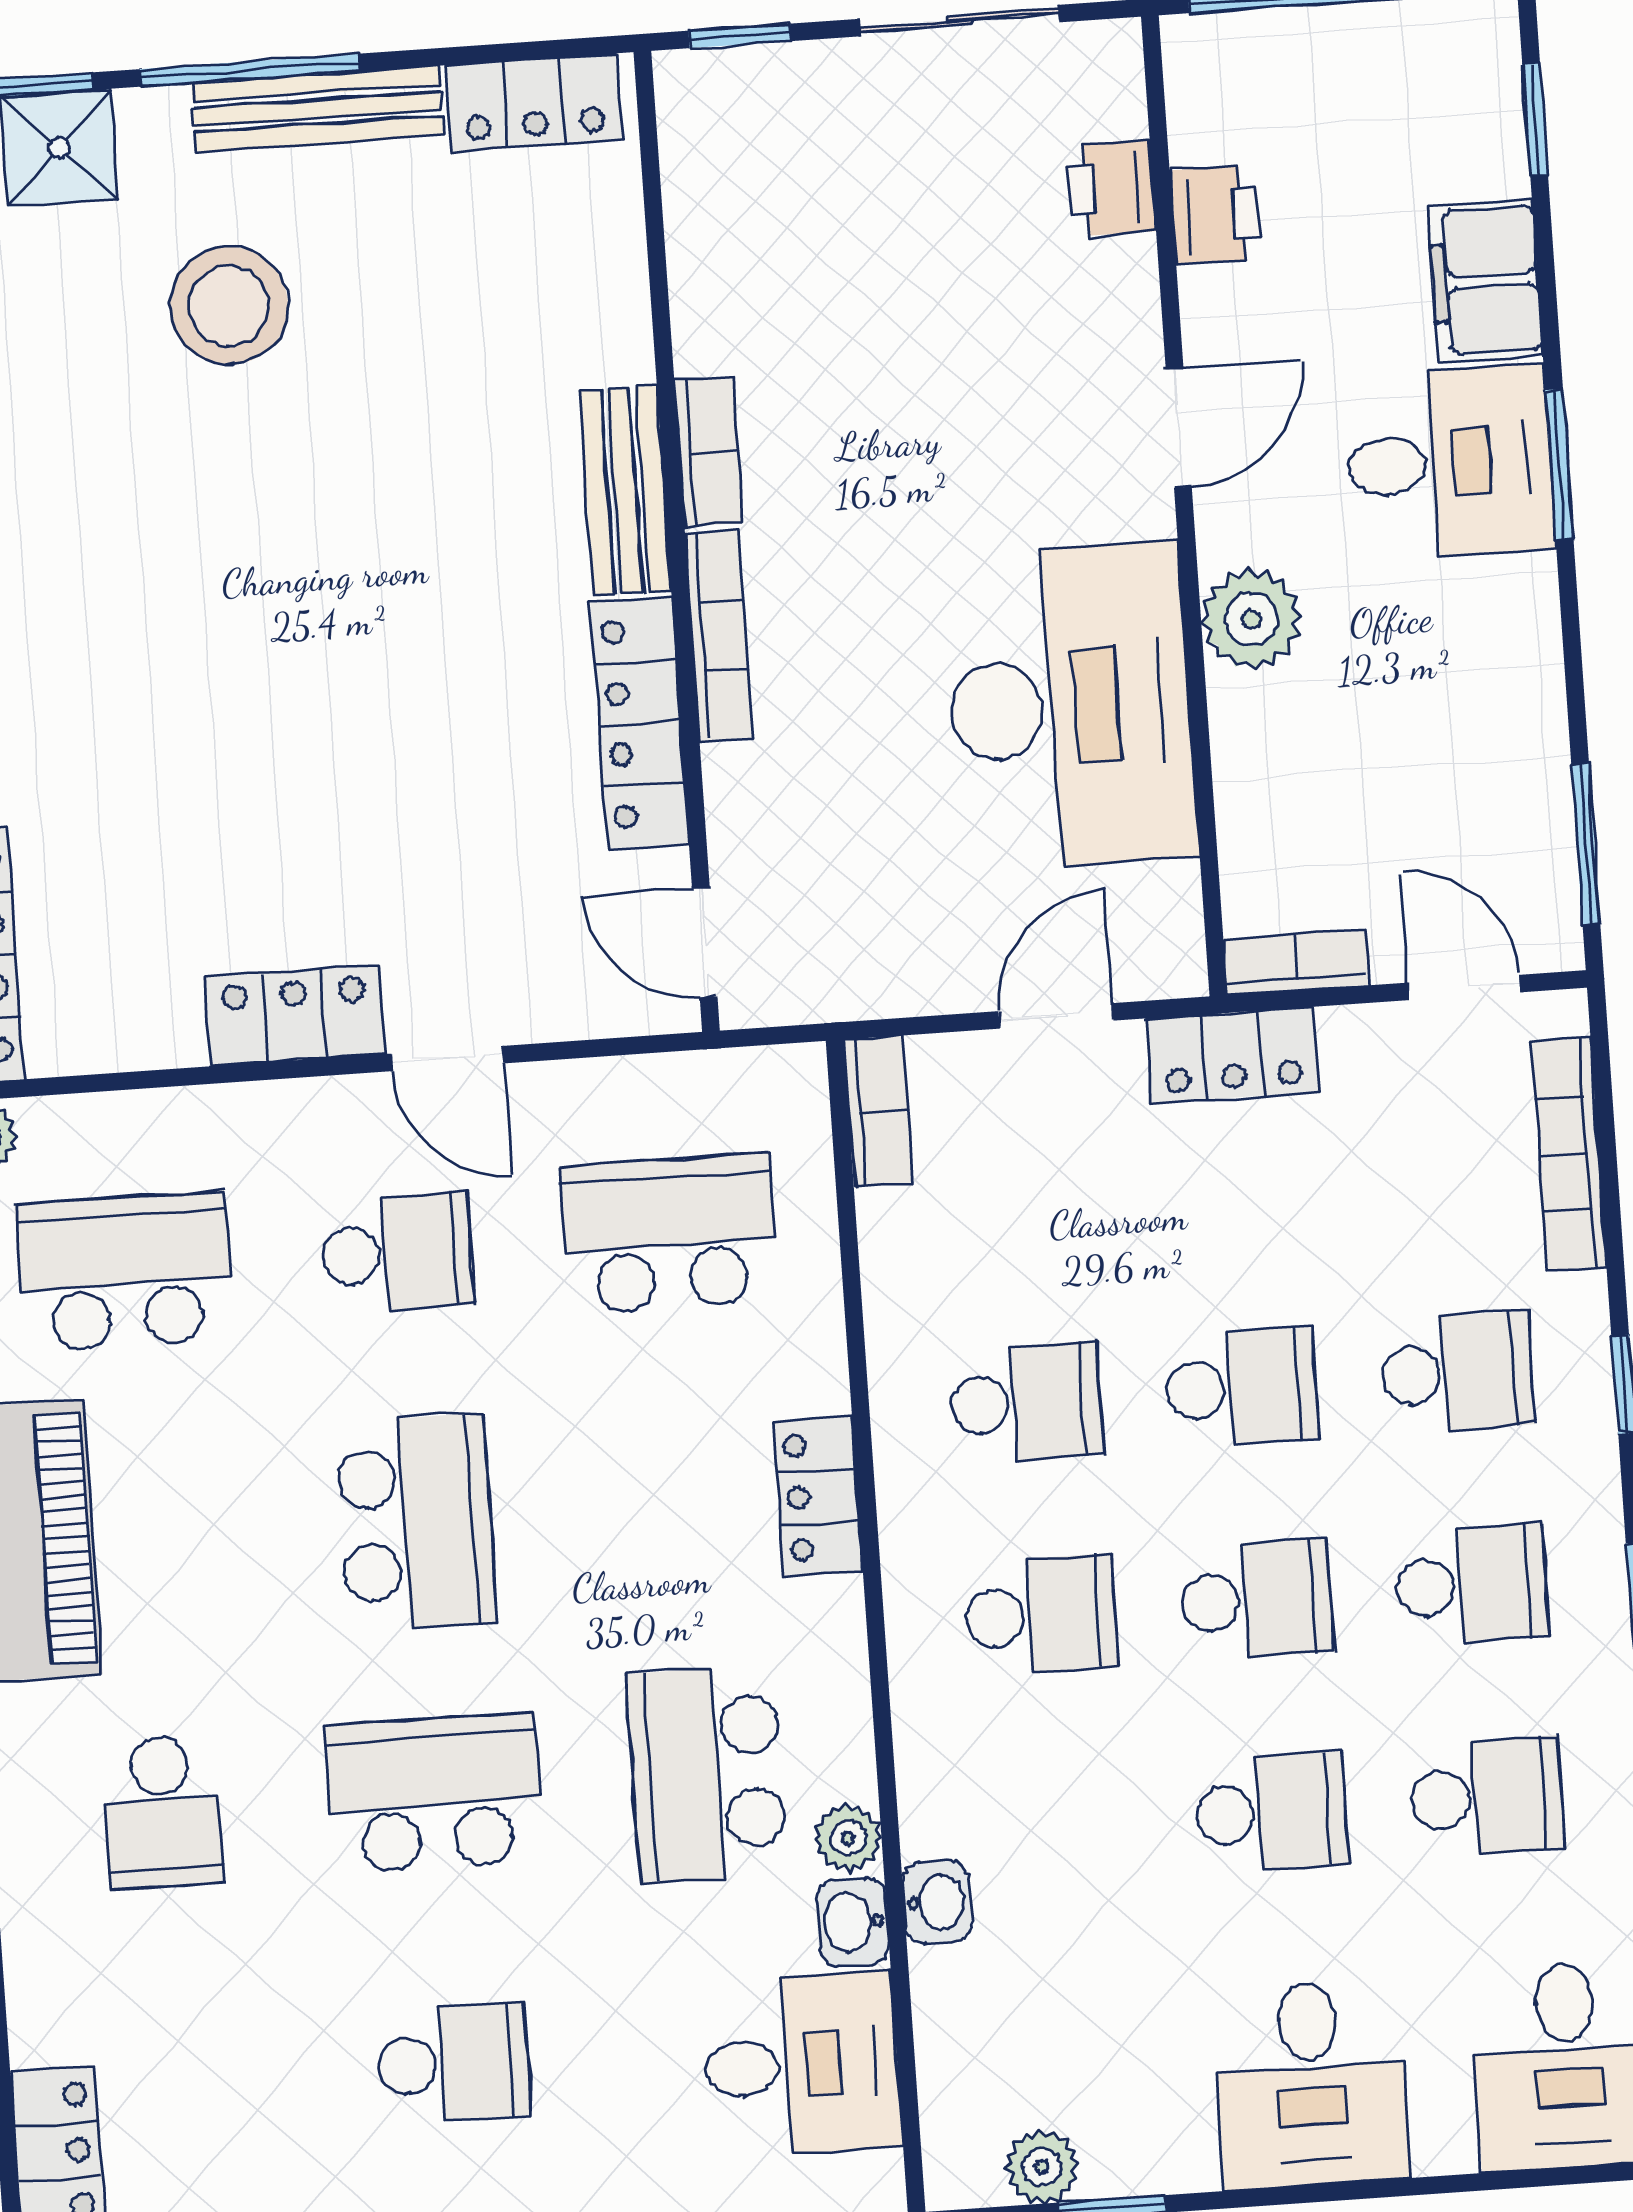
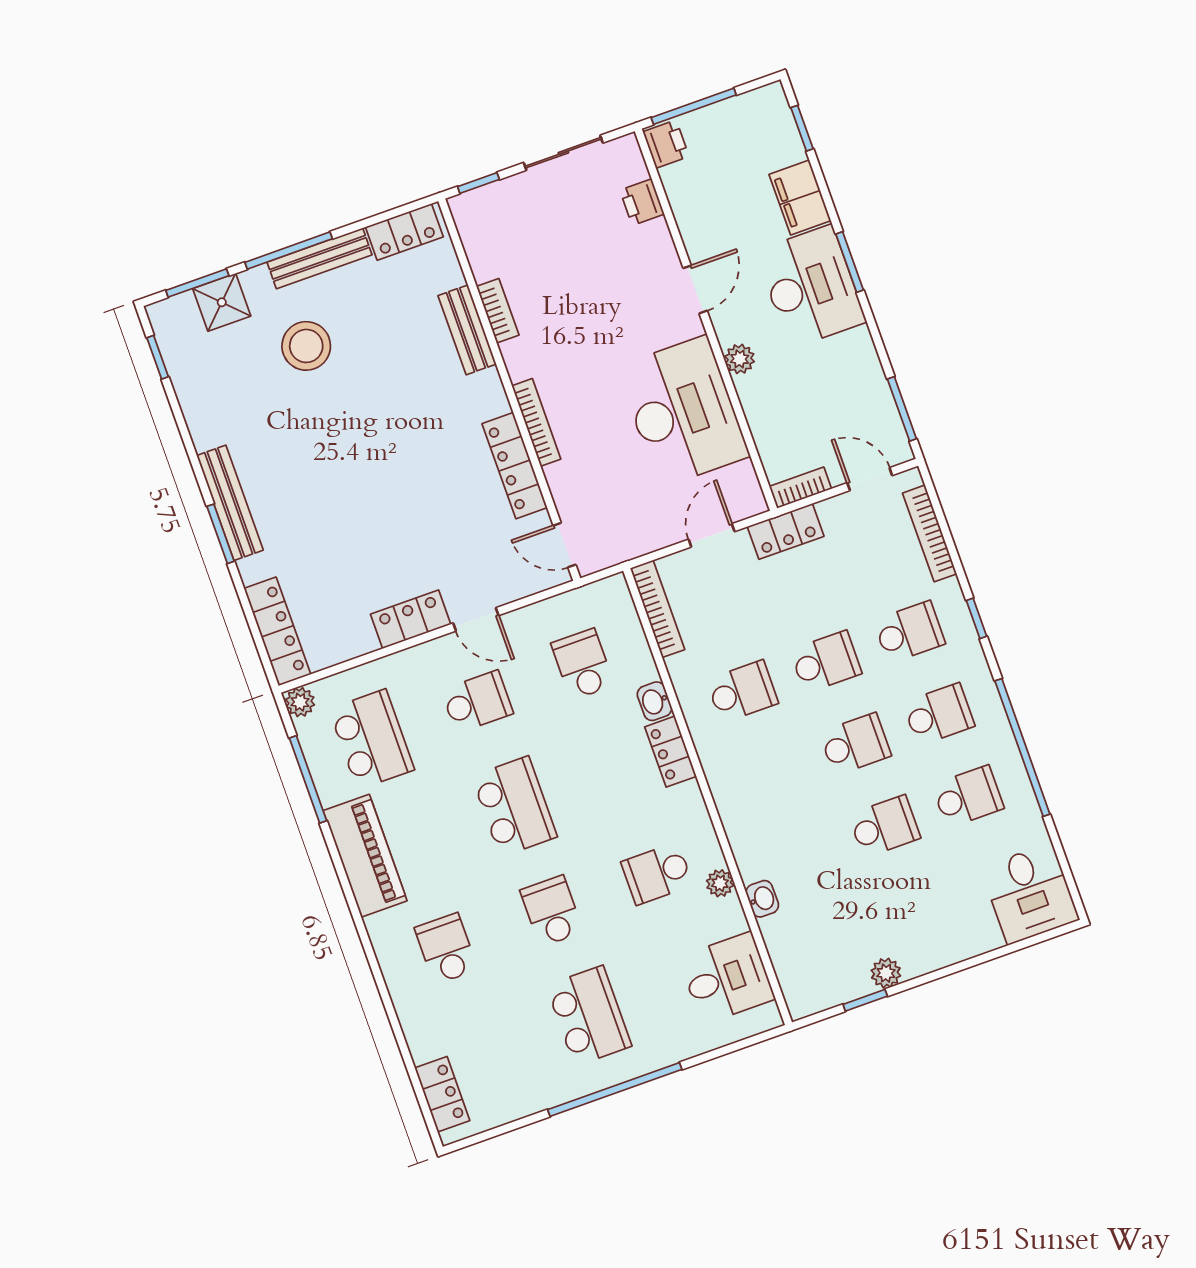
printer: (1216, 215) -> (666, 144), moved
bookcase: (709, 452) -> (498, 311), moved
desk: (1450, 462) -> (811, 287), width x1.37
bench: (625, 491) -> (467, 330), moved
plant: (1251, 619) -> (740, 359), width x0.73, depth x0.73
bookcase: (878, 1111) -> (657, 609), width x1.56
school desk: (669, 1234) -> (583, 664), width x0.54
school desk: (125, 1272) -> (372, 739), turned 90
school desk: (1041, 1615) -> (772, 774), removed
school desk: (707, 1774) -> (657, 874), width x0.54
school desk: (435, 1793) -> (552, 911), width x0.54
school desk: (162, 1812) -> (446, 949), turned 180
washbasin: (852, 1922) -> (655, 701), moved
school desk: (453, 2063) -> (589, 1016), width x1.85
desk: (1311, 2084) -> (930, 929), removed
plant: (1042, 2167) -> (886, 973), moved

